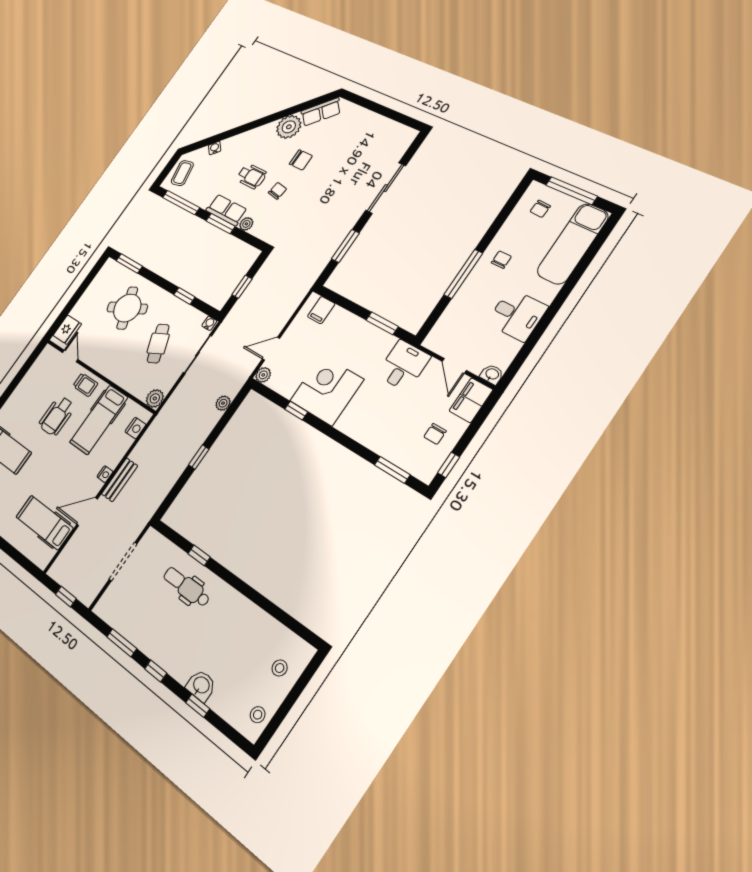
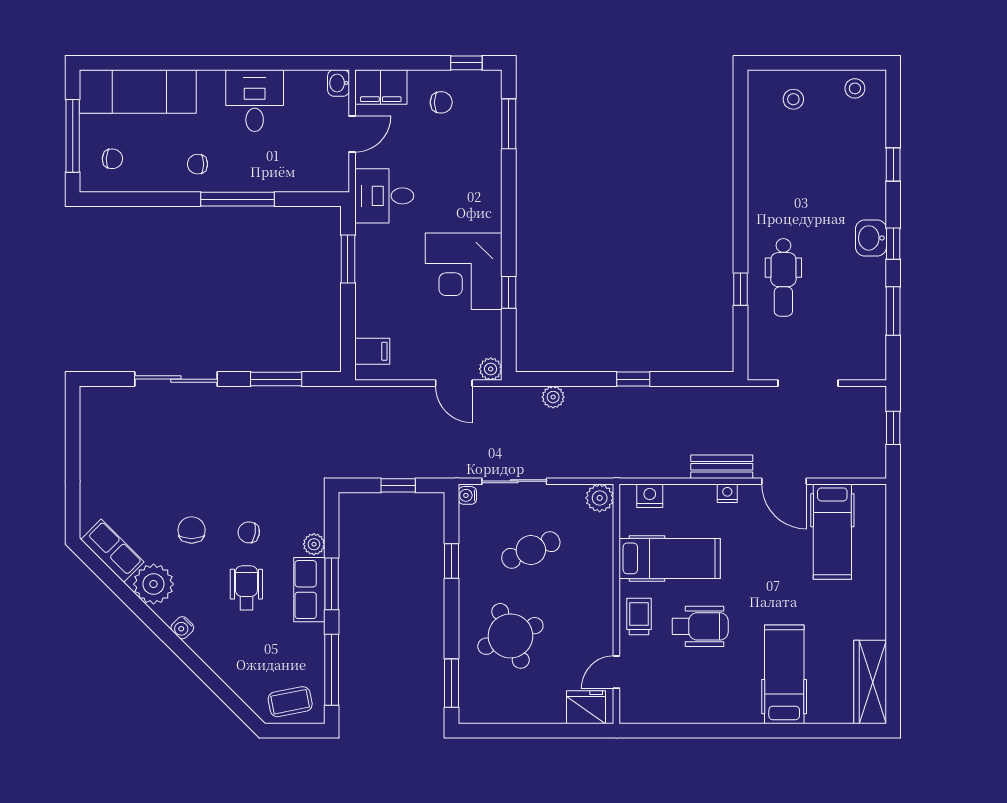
water cooler: (215, 148) -> (182, 628), moved
washbasin: (201, 685) -> (871, 238), moved

